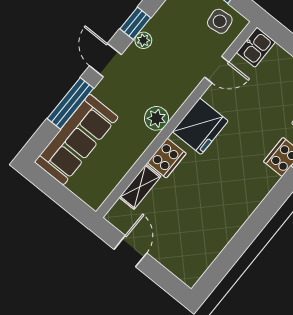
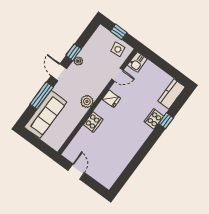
fridge: (200, 126) -> (111, 99), width x0.53, depth x0.75
shelving: (140, 187) -> (80, 138), removed

